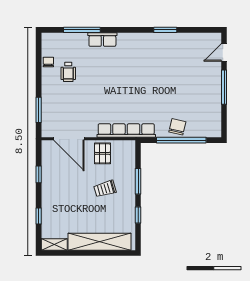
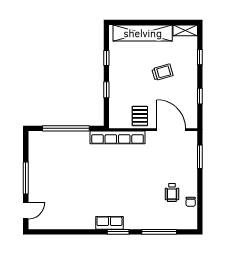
window: (165, 30) -> (118, 232), moved
row of seats: (102, 40) -> (109, 223), moved
wheelchair: (68, 72) -> (172, 193), turned 180
chair: (177, 127) -> (70, 141), removed
window: (138, 181) -> (106, 90), width x0.67
trolley: (105, 189) -> (162, 72), moved

